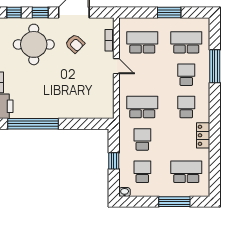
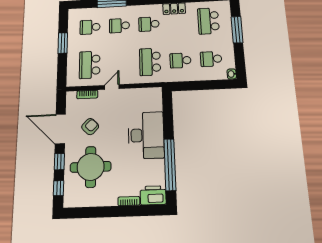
school desk: (186, 42) -> (90, 27), width x0.54
desk: (64, 101) -> (146, 135), added
window: (114, 161) -> (202, 85), removed

